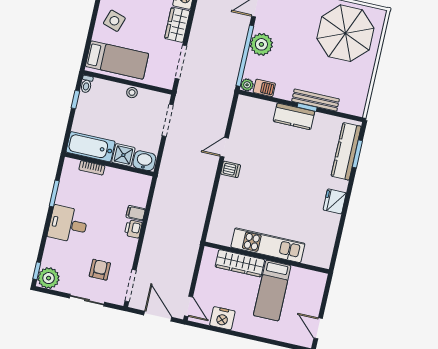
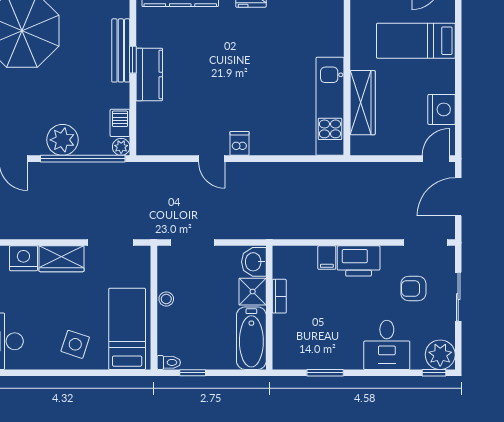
bookcase: (92, 168) -> (279, 296), moved
desk: (68, 224) -> (387, 345), moved
printer: (133, 229) -> (359, 261), width x1.87, depth x1.48
kitchen unit: (268, 245) -> (330, 106), moved
bed: (272, 291) -> (416, 41), moved, turned 180

